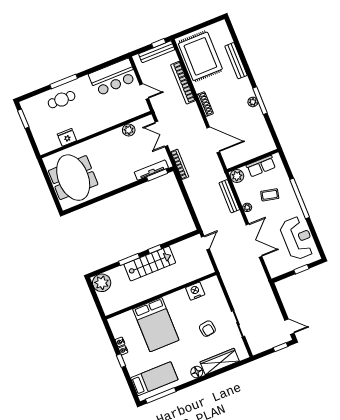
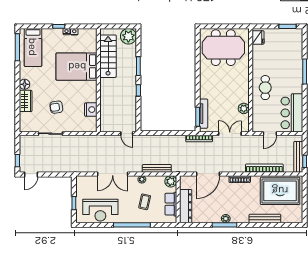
cafe table: (62, 100) -> (265, 88), moved
fridge: (67, 137) -> (258, 37), moved
dresser: (257, 150) -> (186, 206), added
stairs: (150, 264) -> (108, 56), moved, turned 180
wardrobe: (220, 361) -> (26, 101), width x0.67

